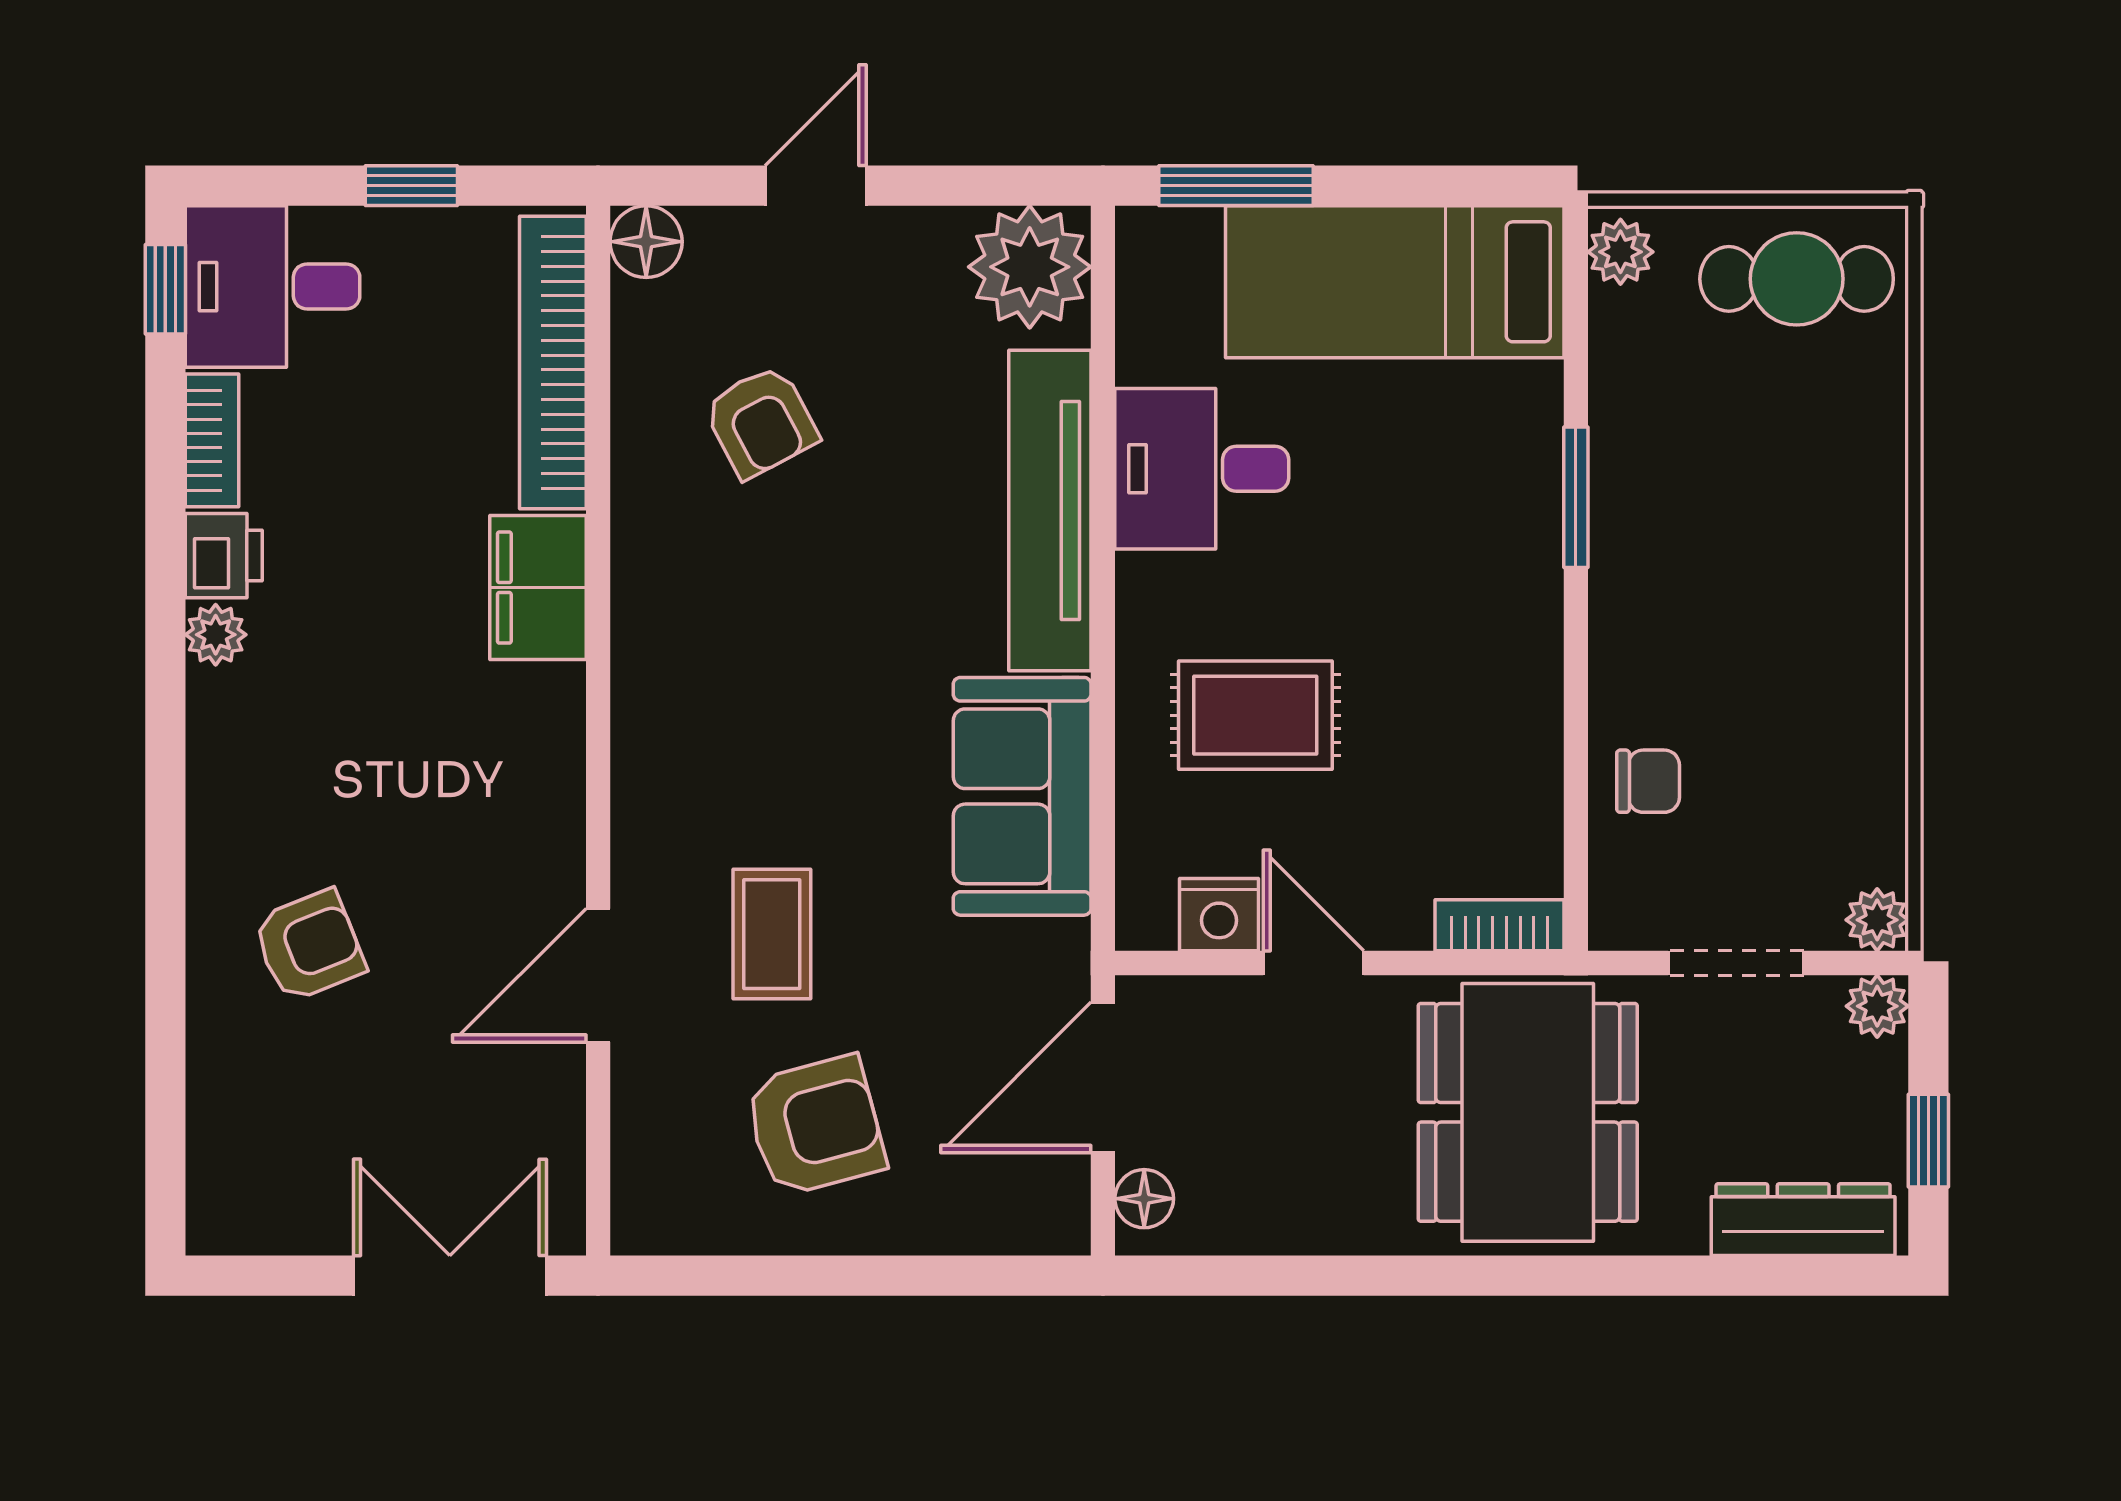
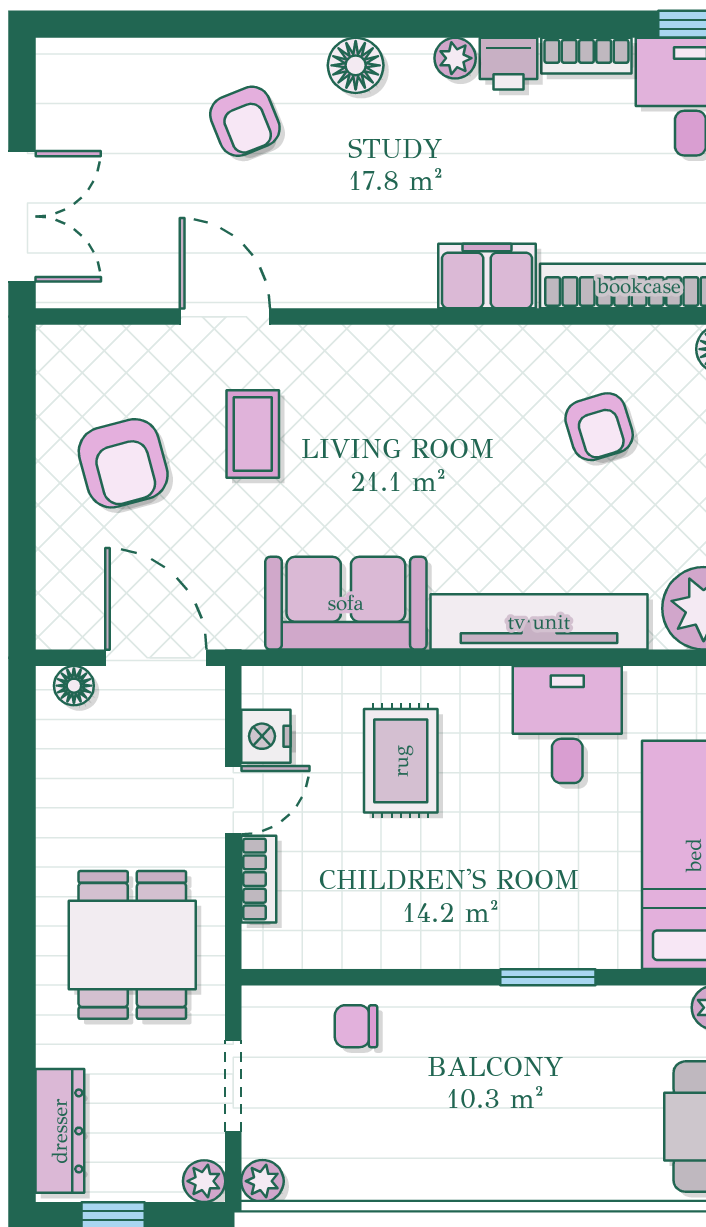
armchair: (761, 422) -> (599, 427), turned -79
chair: (1648, 781) -> (356, 1026), turned 90
floor lamp: (226, 782) -> (356, 65), added
bookcase: (1499, 925) -> (259, 879), moved
coffee table: (772, 934) -> (253, 434), turned 90
dining table: (1528, 1112) -> (132, 945), width x0.73

